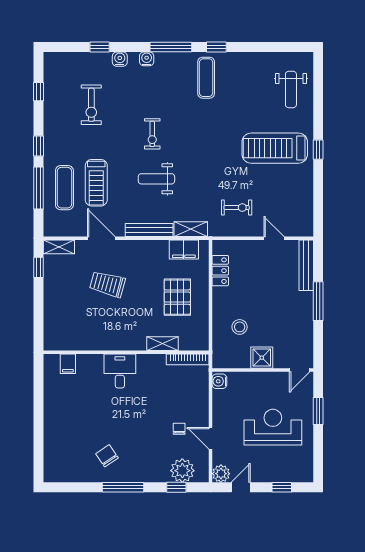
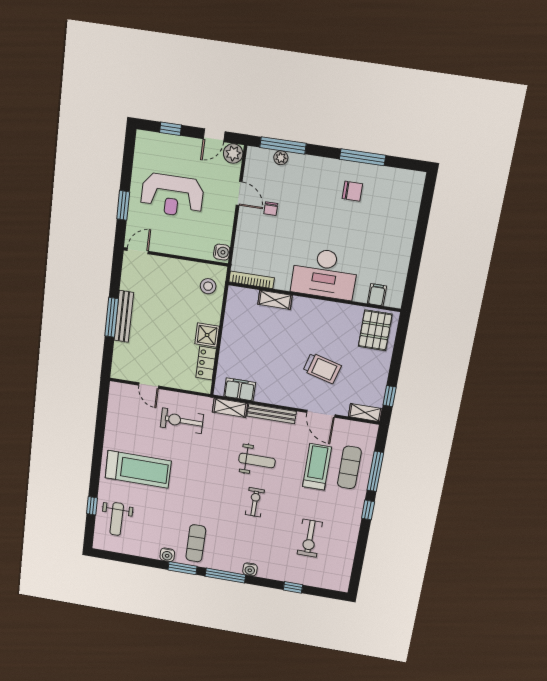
window: (216, 47) -> (182, 568), width x1.50
water cooler: (120, 59) -> (167, 555), moved
weight bench: (291, 89) -> (117, 519), turned 180
window: (39, 92) -> (359, 559), removed
exercise bike: (91, 105) -> (310, 538), turned 180
window: (318, 150) -> (92, 506), moved
exercise bike: (237, 208) -> (182, 421), width x1.38, depth x1.39
bench: (306, 265) -> (124, 316), moved
pallet: (177, 297) -> (375, 330), moved
stool: (240, 327) -> (208, 286), moved
shower: (262, 358) -> (207, 335), moved
desk: (120, 371) -> (325, 274), width x1.87, depth x1.30
chair: (107, 456) -> (352, 191), turned -56
plant: (182, 471) -> (281, 158), width x0.53, depth x0.53
window: (123, 487) -> (362, 157), moved
window: (176, 487) -> (283, 145), width x2.17

